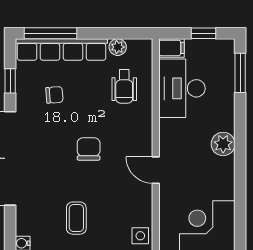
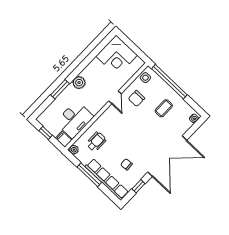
window: (51, 33) -> (89, 175), moved
plant: (118, 47) -> (74, 150), moved
window: (240, 73) -> (60, 89), moved
chair: (89, 149) -> (136, 98), moved

